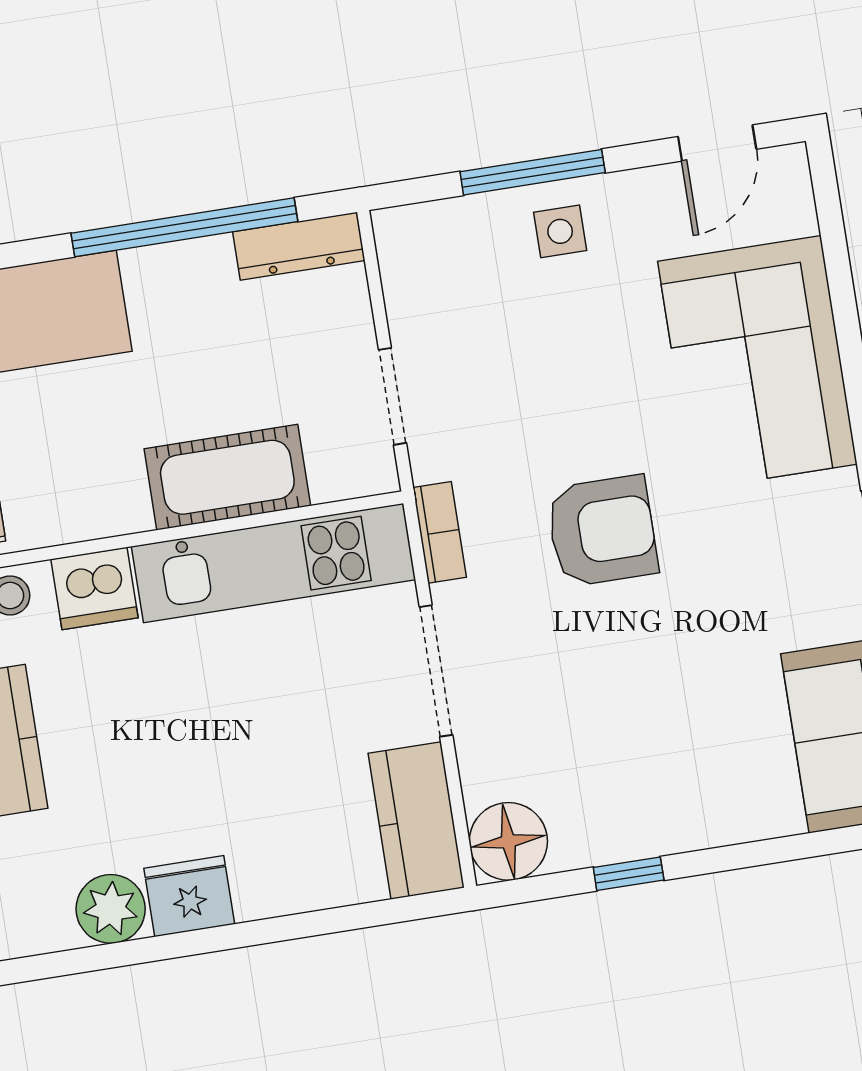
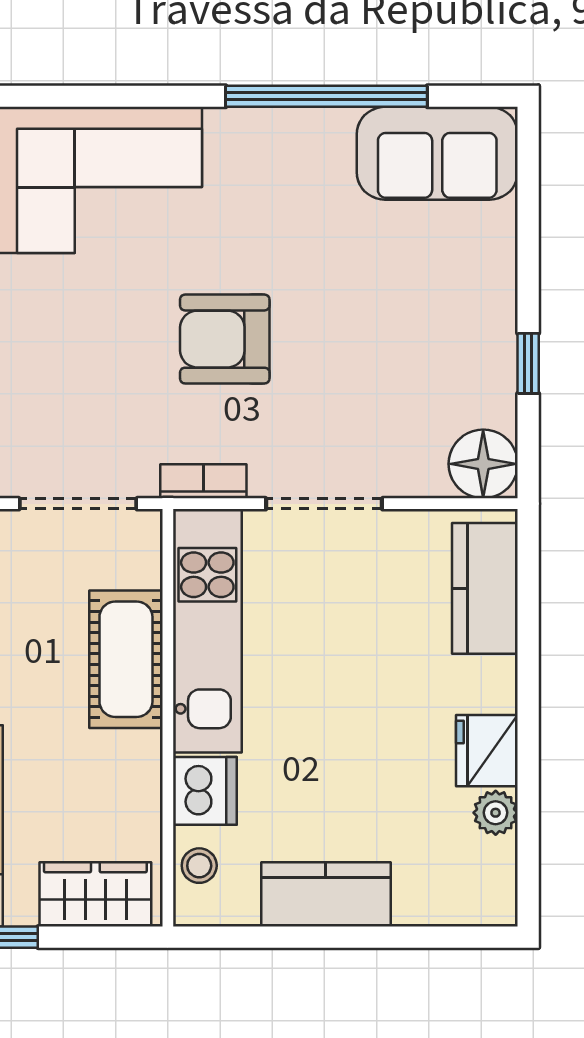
doorway: (392, 396) -> (78, 504), width x1.38
armchair: (602, 531) -> (225, 339), turned -90
kitchen counter: (416, 820) -> (485, 588), moved, turned 90
plant: (111, 909) -> (496, 813), width x0.73, depth x0.73

